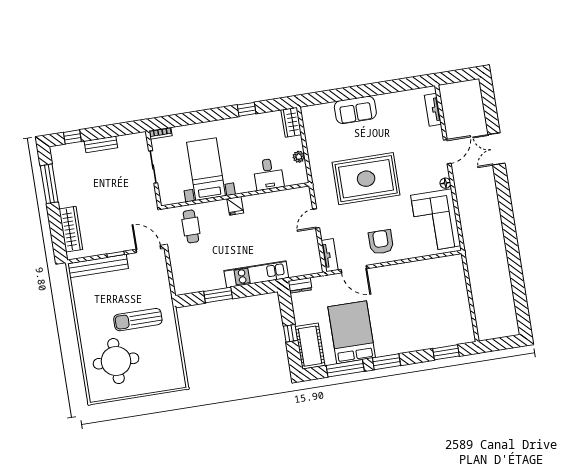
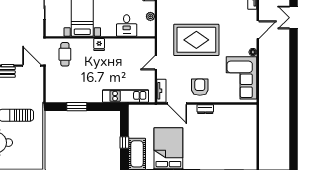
double door: (496, 149) -> (293, 18), moved
kitchen unit: (256, 274) -> (126, 96), moved
dresser: (300, 285) -> (205, 109), moved

